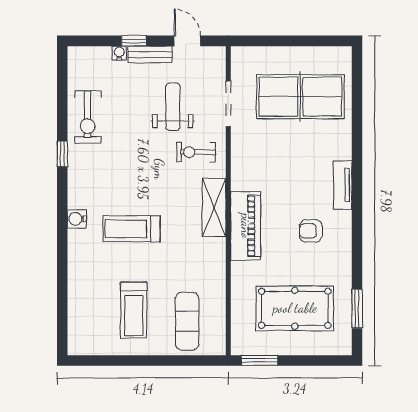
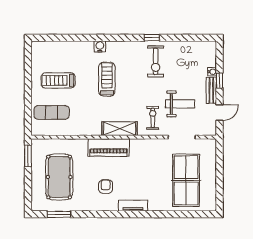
exercise bike: (88, 117) -> (156, 61), moved, turned -90
water cooler: (77, 219) -> (100, 46), moved

